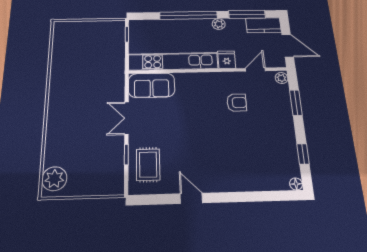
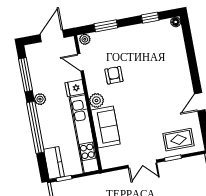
kitchen counter: (263, 25) -> (54, 163), moved
plant: (209, 80) -> (96, 100), added
sofa: (152, 85) -> (106, 127), moved

